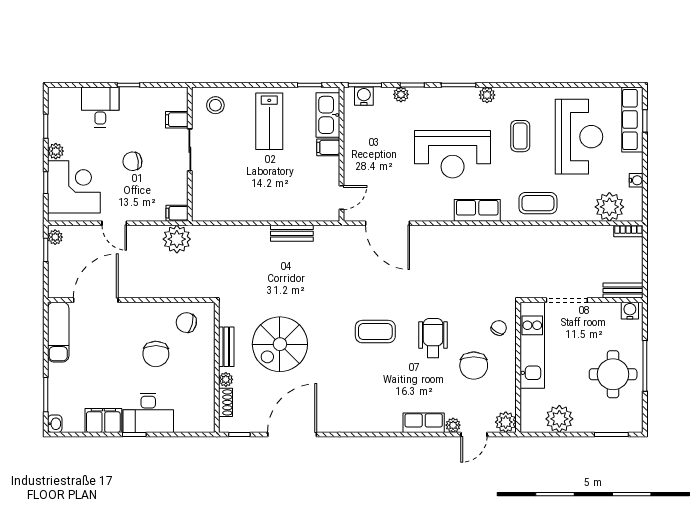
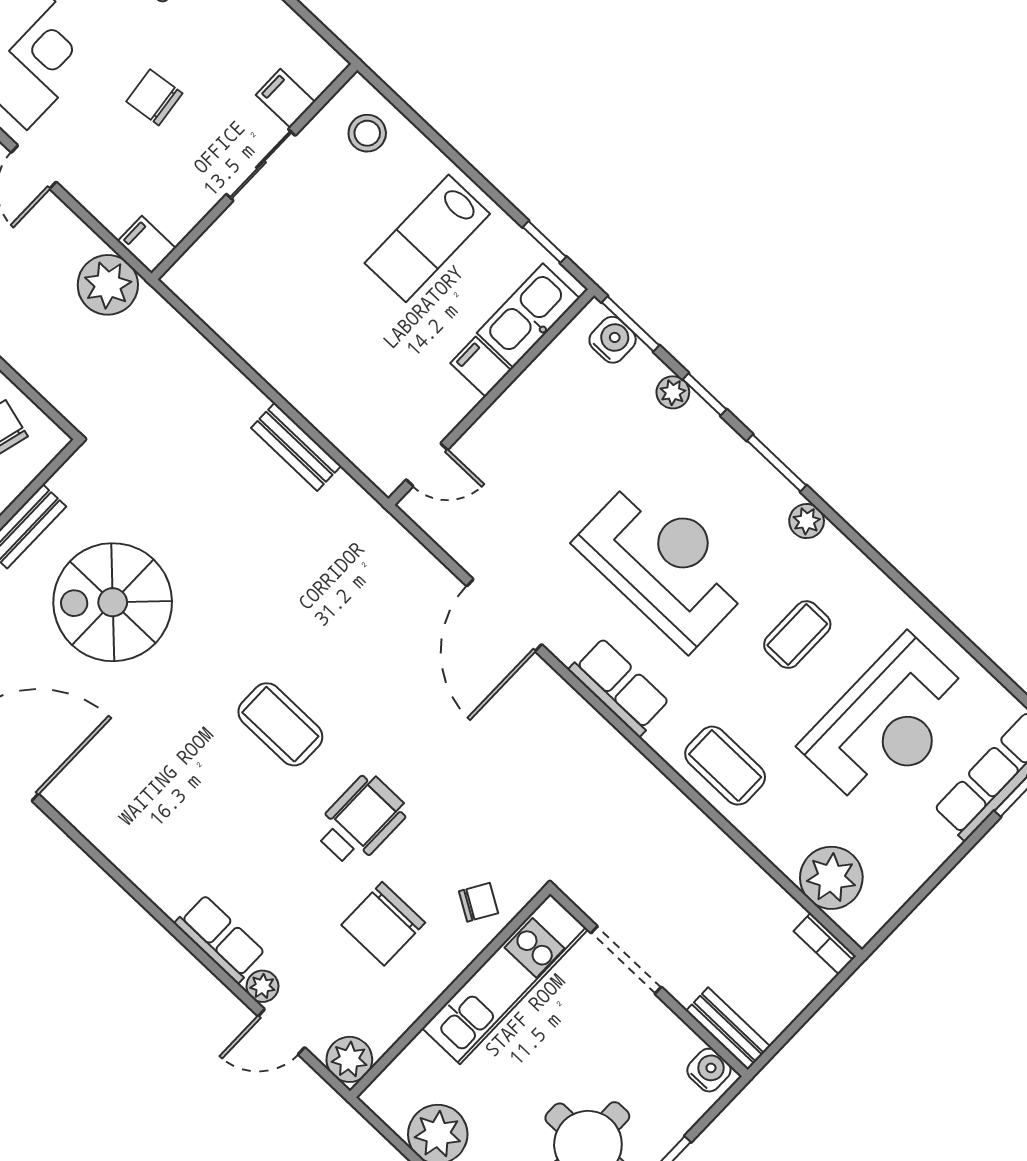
reception desk: (453, 154) -> (665, 562), turned 180
water cooler: (636, 180) -> (912, 876), removed
door: (387, 223) -> (504, 615), moved

